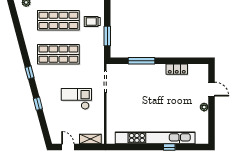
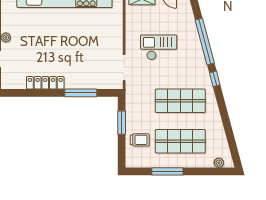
locker: (177, 69) -> (45, 83), width x1.53
checkout: (76, 99) -> (159, 47), turned 180
window: (38, 104) -> (205, 42), width x3.17

